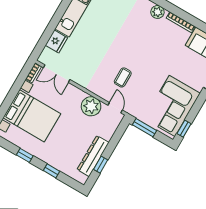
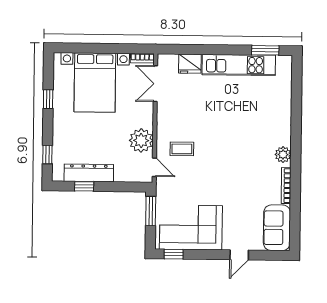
coffee table: (123, 77) -> (182, 149), moved
door: (115, 108) -> (154, 167), hinge flipped
window: (51, 171) -> (47, 155), moved

